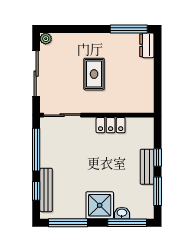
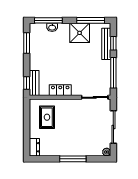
window: (129, 29) -> (73, 159), moved
rug: (94, 74) -> (47, 117), moved
window: (158, 158) -> (27, 83), moved
bench: (147, 167) -> (34, 83), moved
shower: (100, 205) -> (80, 33), moved

